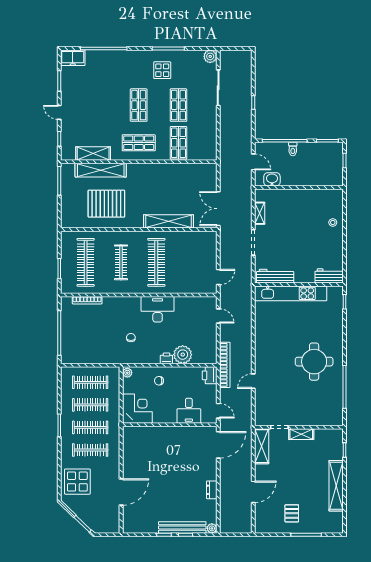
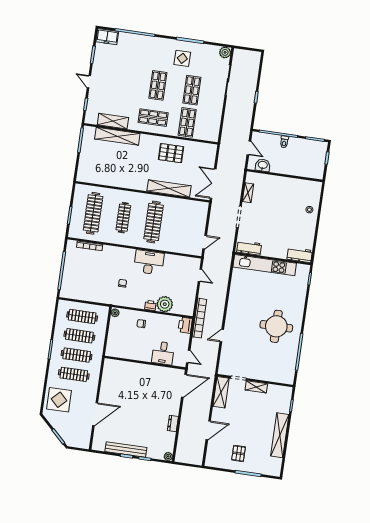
pallet: (106, 204) -> (171, 153), moved, width x0.73, depth x0.71
workbench: (275, 276) -> (249, 248), width x0.73
corner desk: (137, 409) -> (119, 345), removed
bench: (182, 527) -> (126, 450), moved

